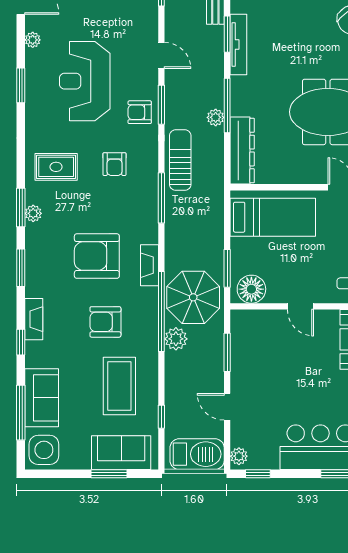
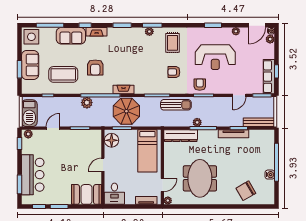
door: (161, 55) -> (239, 95), moved
reception desk: (85, 81) -> (215, 57), turned 180
armchair: (97, 256) -> (128, 63), removed
parasol: (193, 297) -> (126, 111), moved
armchair: (105, 322) -> (95, 67), turned 180
sofa: (42, 398) -> (71, 36), moved
sofa: (121, 453) -> (30, 65), moved

